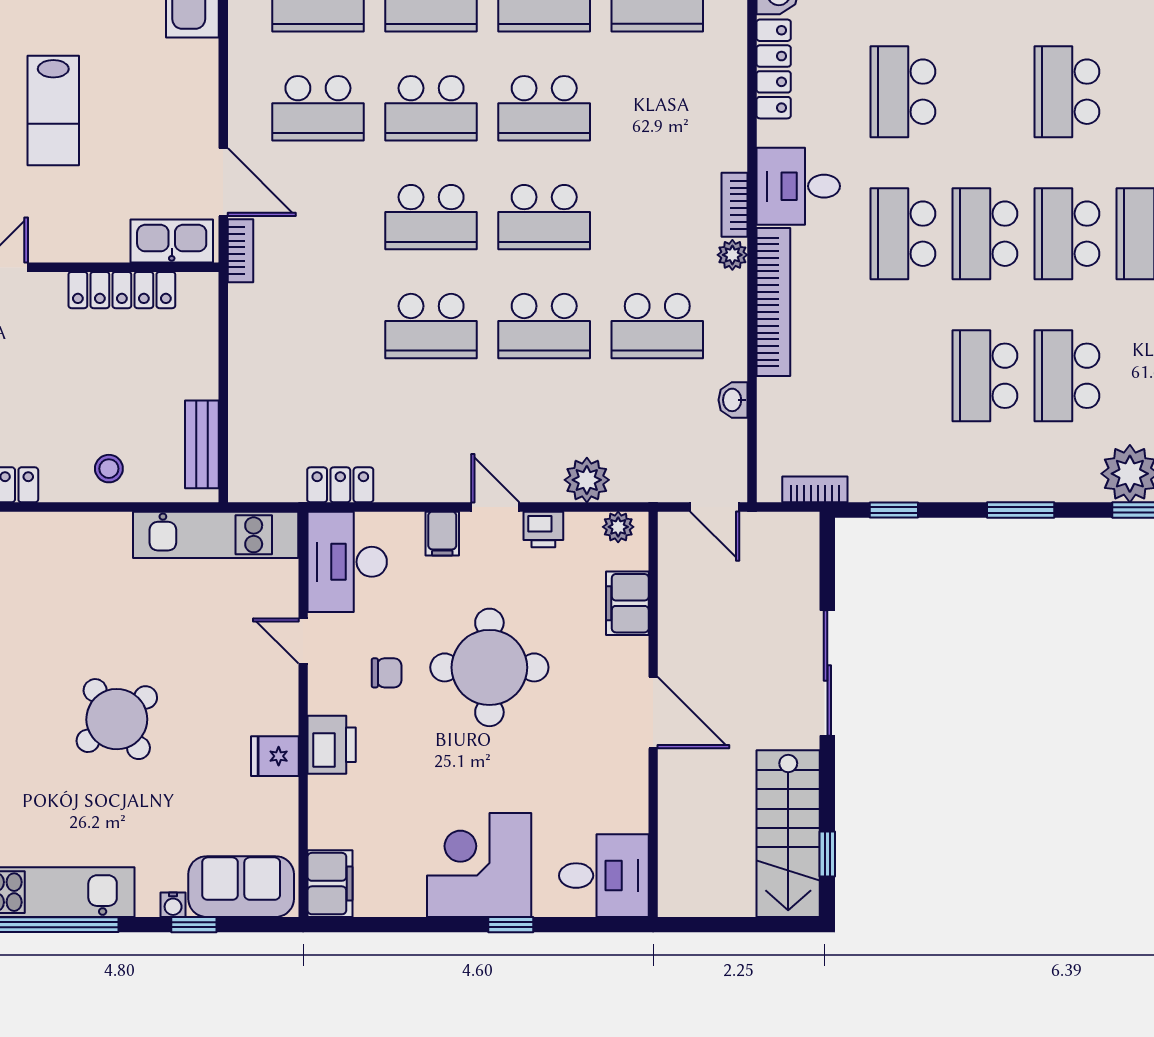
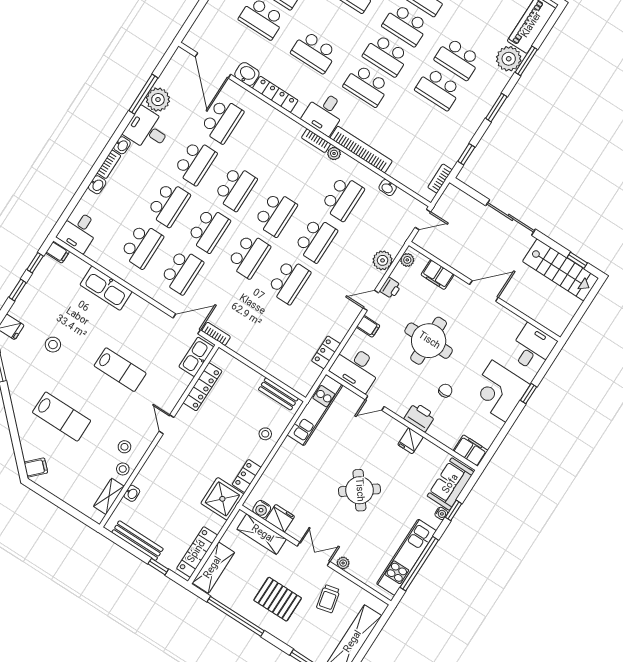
chair: (387, 673) -> (445, 391), moved

